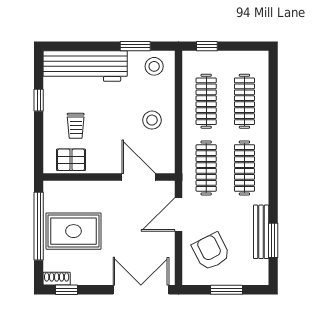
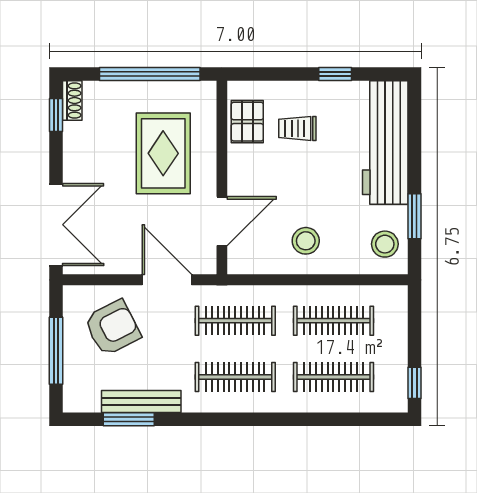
window: (207, 46) -> (414, 383), moved
rug: (73, 231) -> (163, 153), moved
window: (227, 290) -> (56, 351), width x1.44

